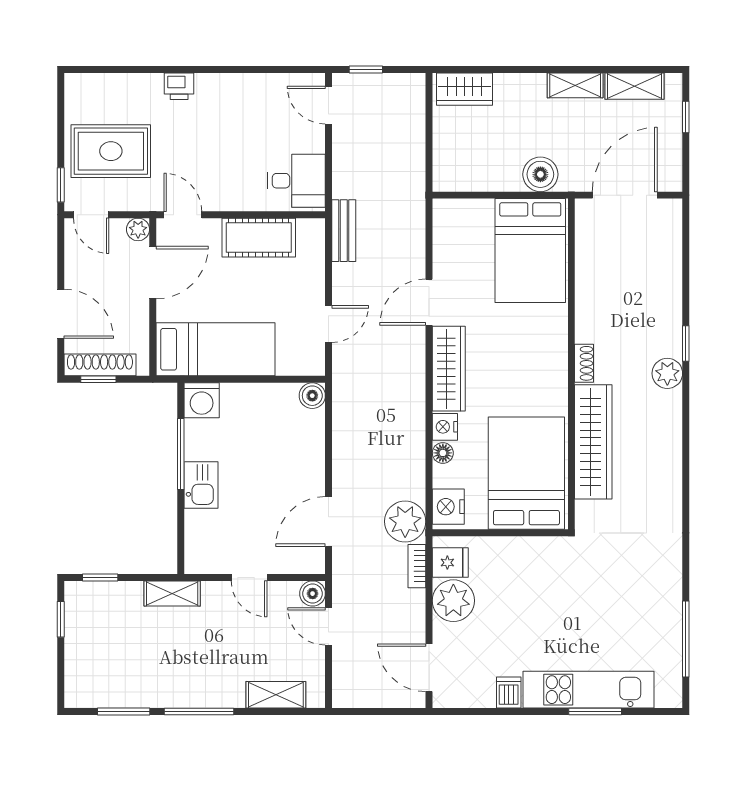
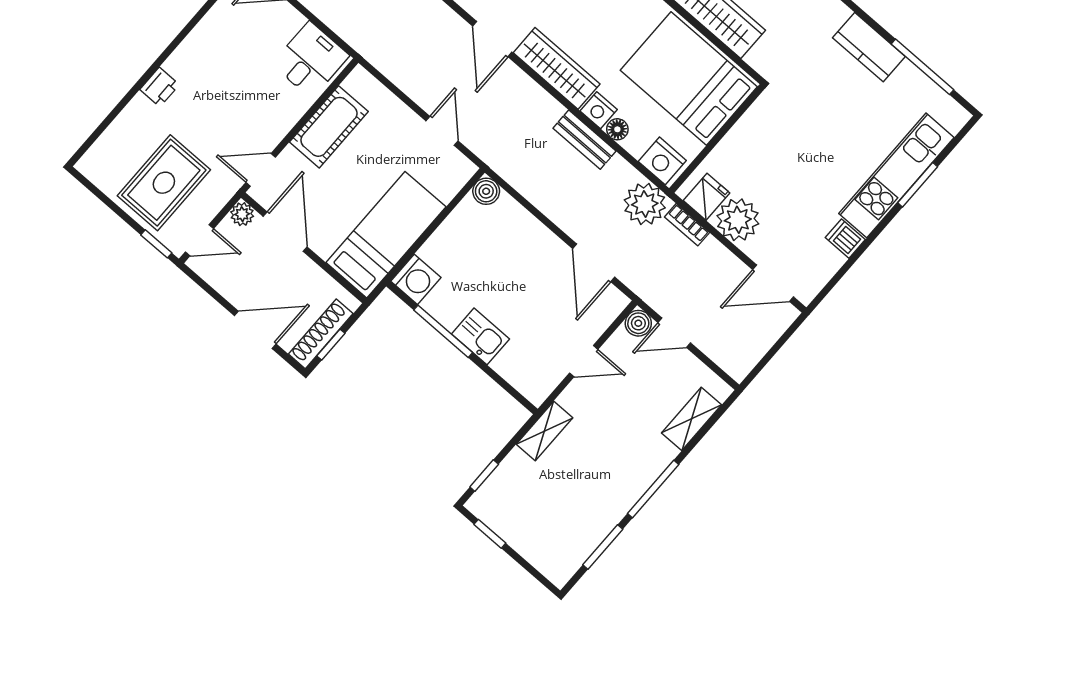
bench: (344, 231) -> (584, 140), moved
kitchen counter: (666, 587) -> (869, 47), added

